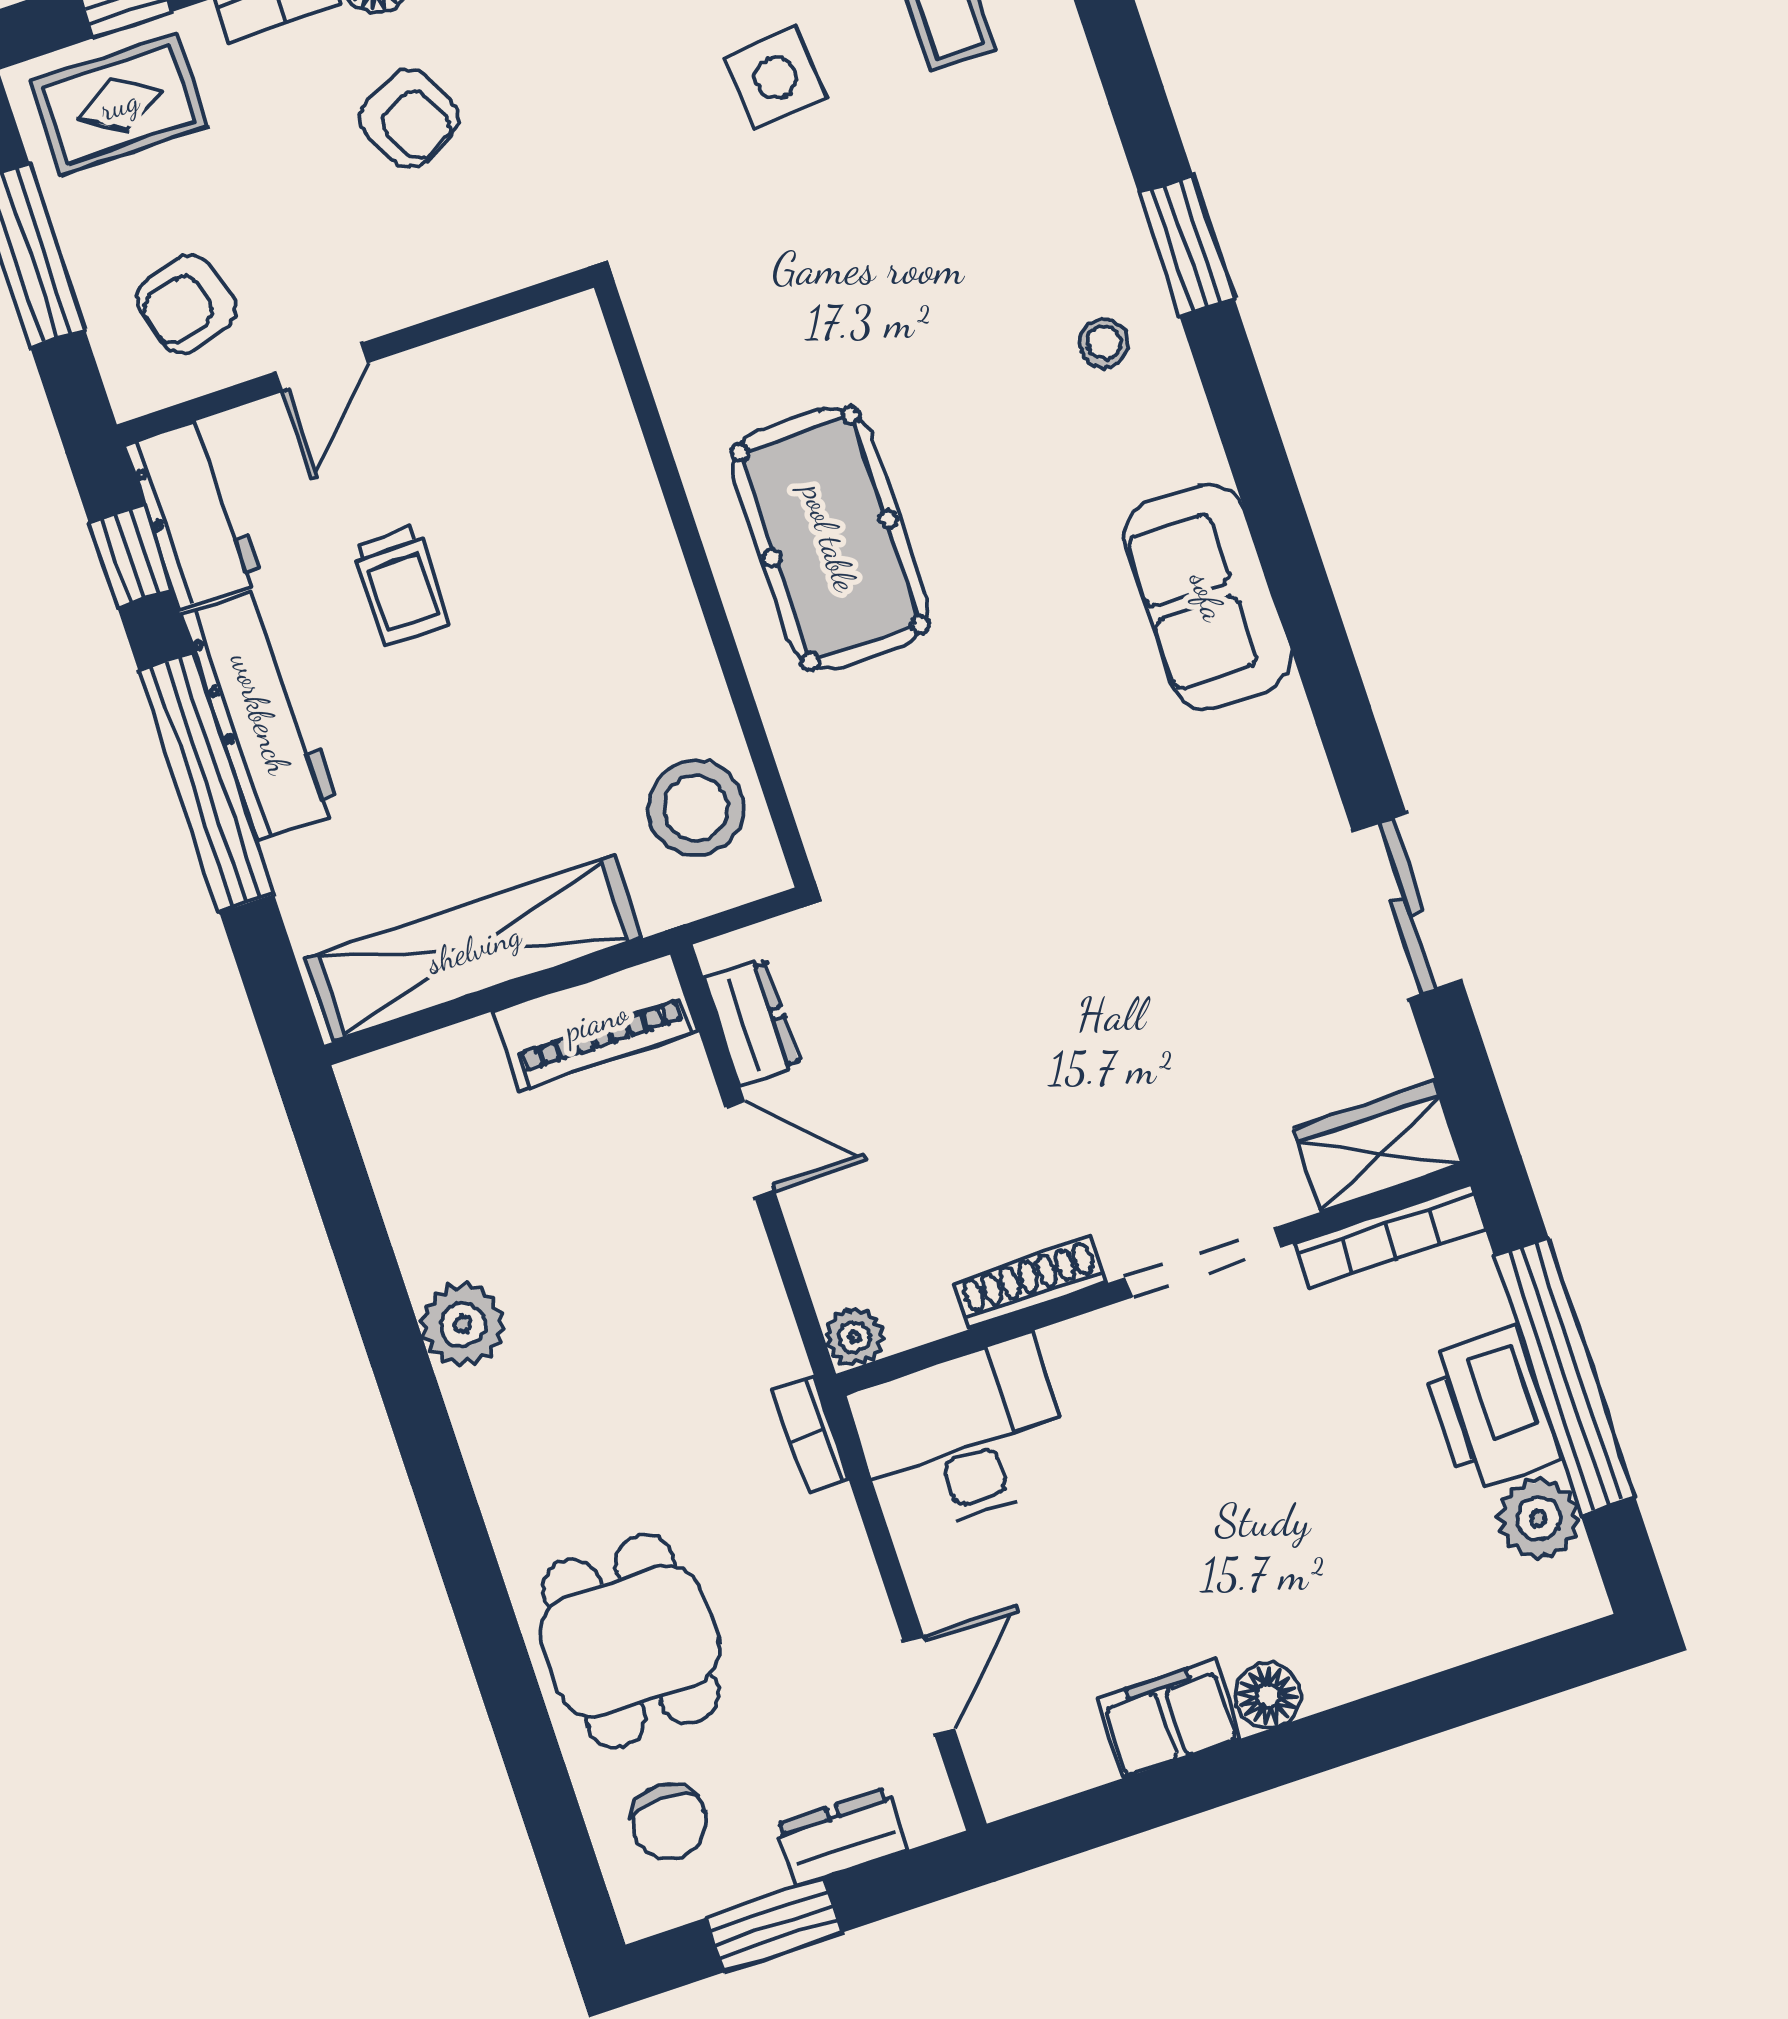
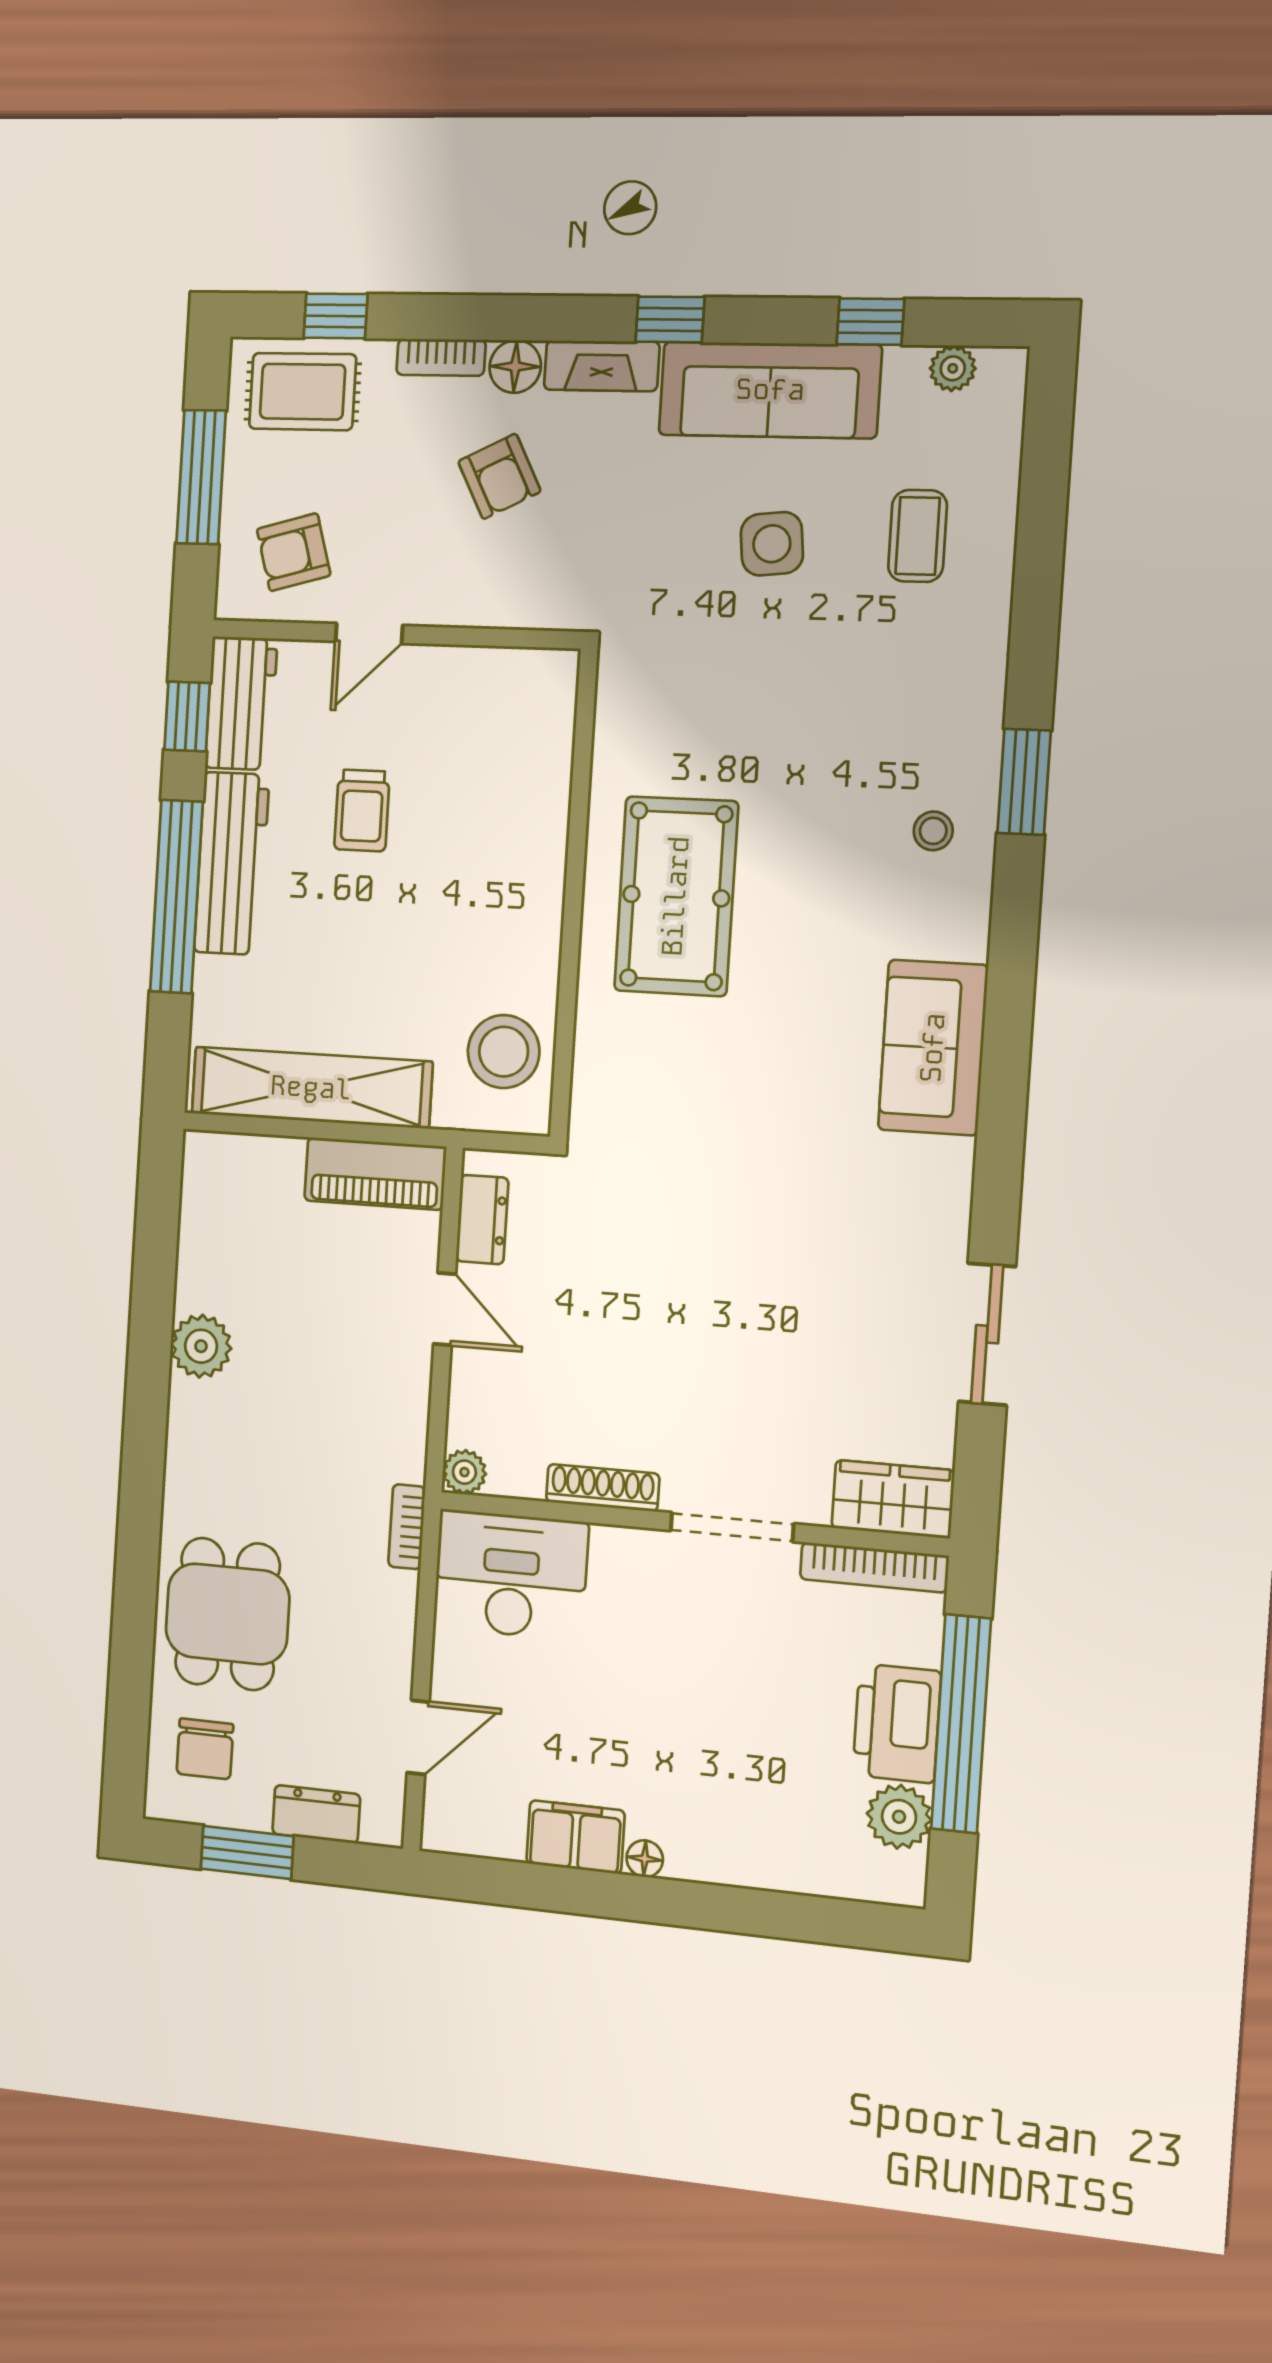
floor lamp: (1268, 1695) -> (645, 1859), width x0.73, depth x0.73

